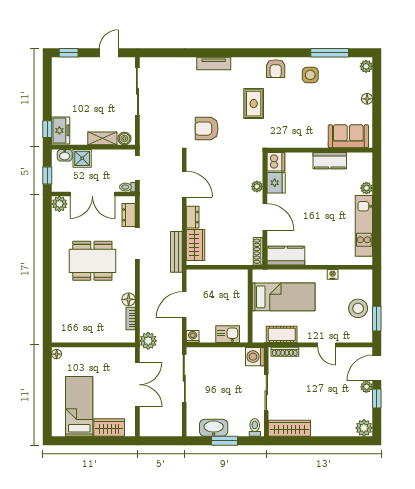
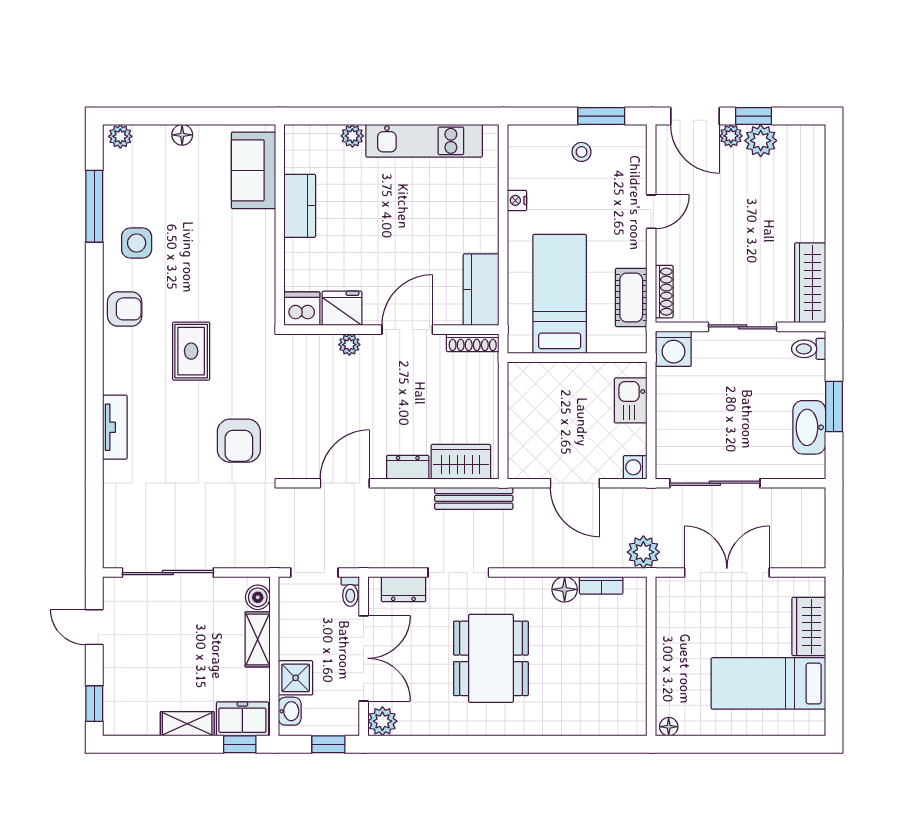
shelving: (58, 101) -> (187, 724), added
rug: (254, 104) -> (191, 351), turned 90
stool: (358, 308) -> (582, 152), width x0.53, depth x0.53
plant: (364, 428) -> (761, 141), moved

